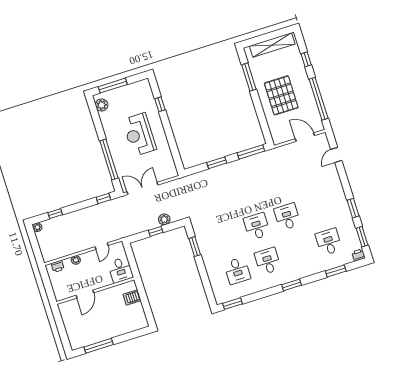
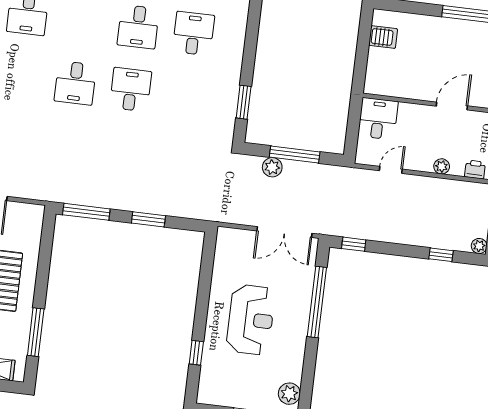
desk: (257, 226) -> (131, 90), turned 180
window: (156, 231) -> (295, 155), width x2.17
server rack: (132, 297) -> (383, 37), moved

